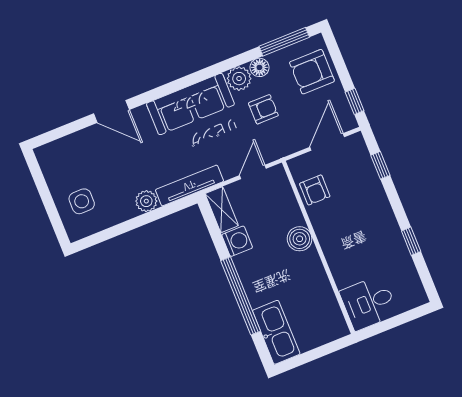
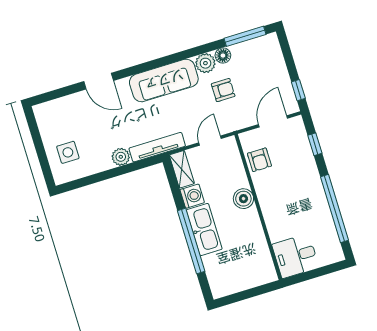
armchair: (312, 72) -> (266, 63), removed
window: (411, 241) -> (334, 209), width x3.17
kitchen sink: (276, 332) -> (204, 230), moved

